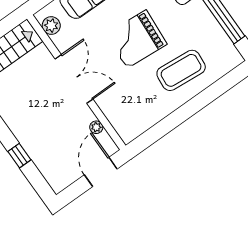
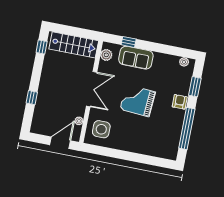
coffee table: (181, 70) -> (143, 135), removed
side table: (130, 111) -> (101, 129), added

